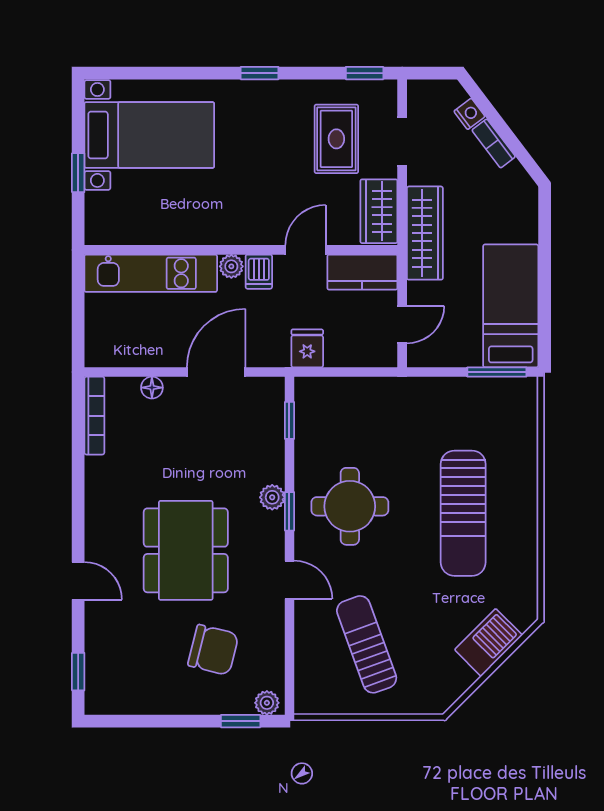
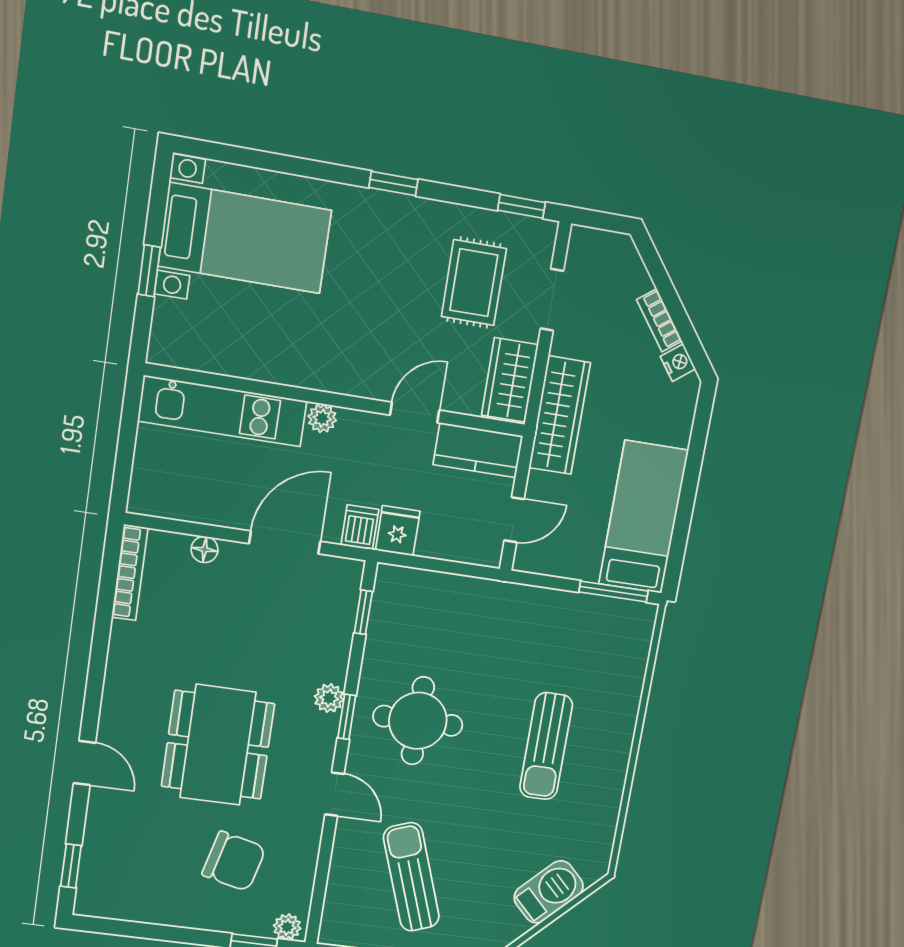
nightstand: (469, 114) -> (678, 363), moved
dishwasher: (259, 272) -> (360, 527), moved, turned 180
sun lounger: (463, 513) -> (546, 746), width x0.73, depth x0.75

